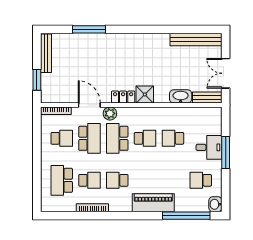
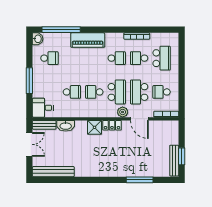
window: (37, 80) -> (182, 156), moved
desk: (209, 147) -> (43, 108), moved

